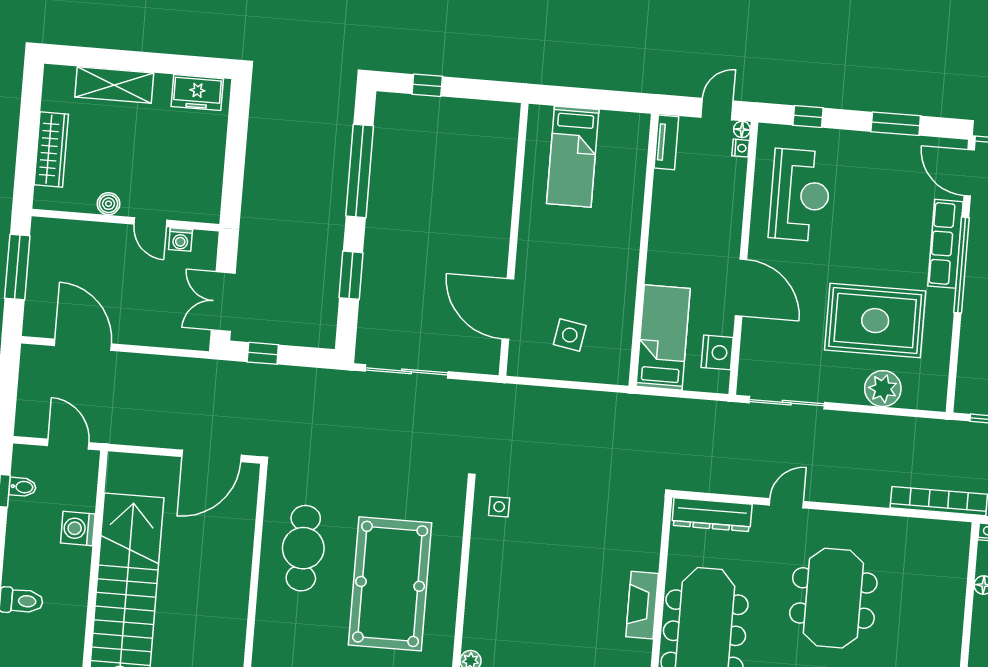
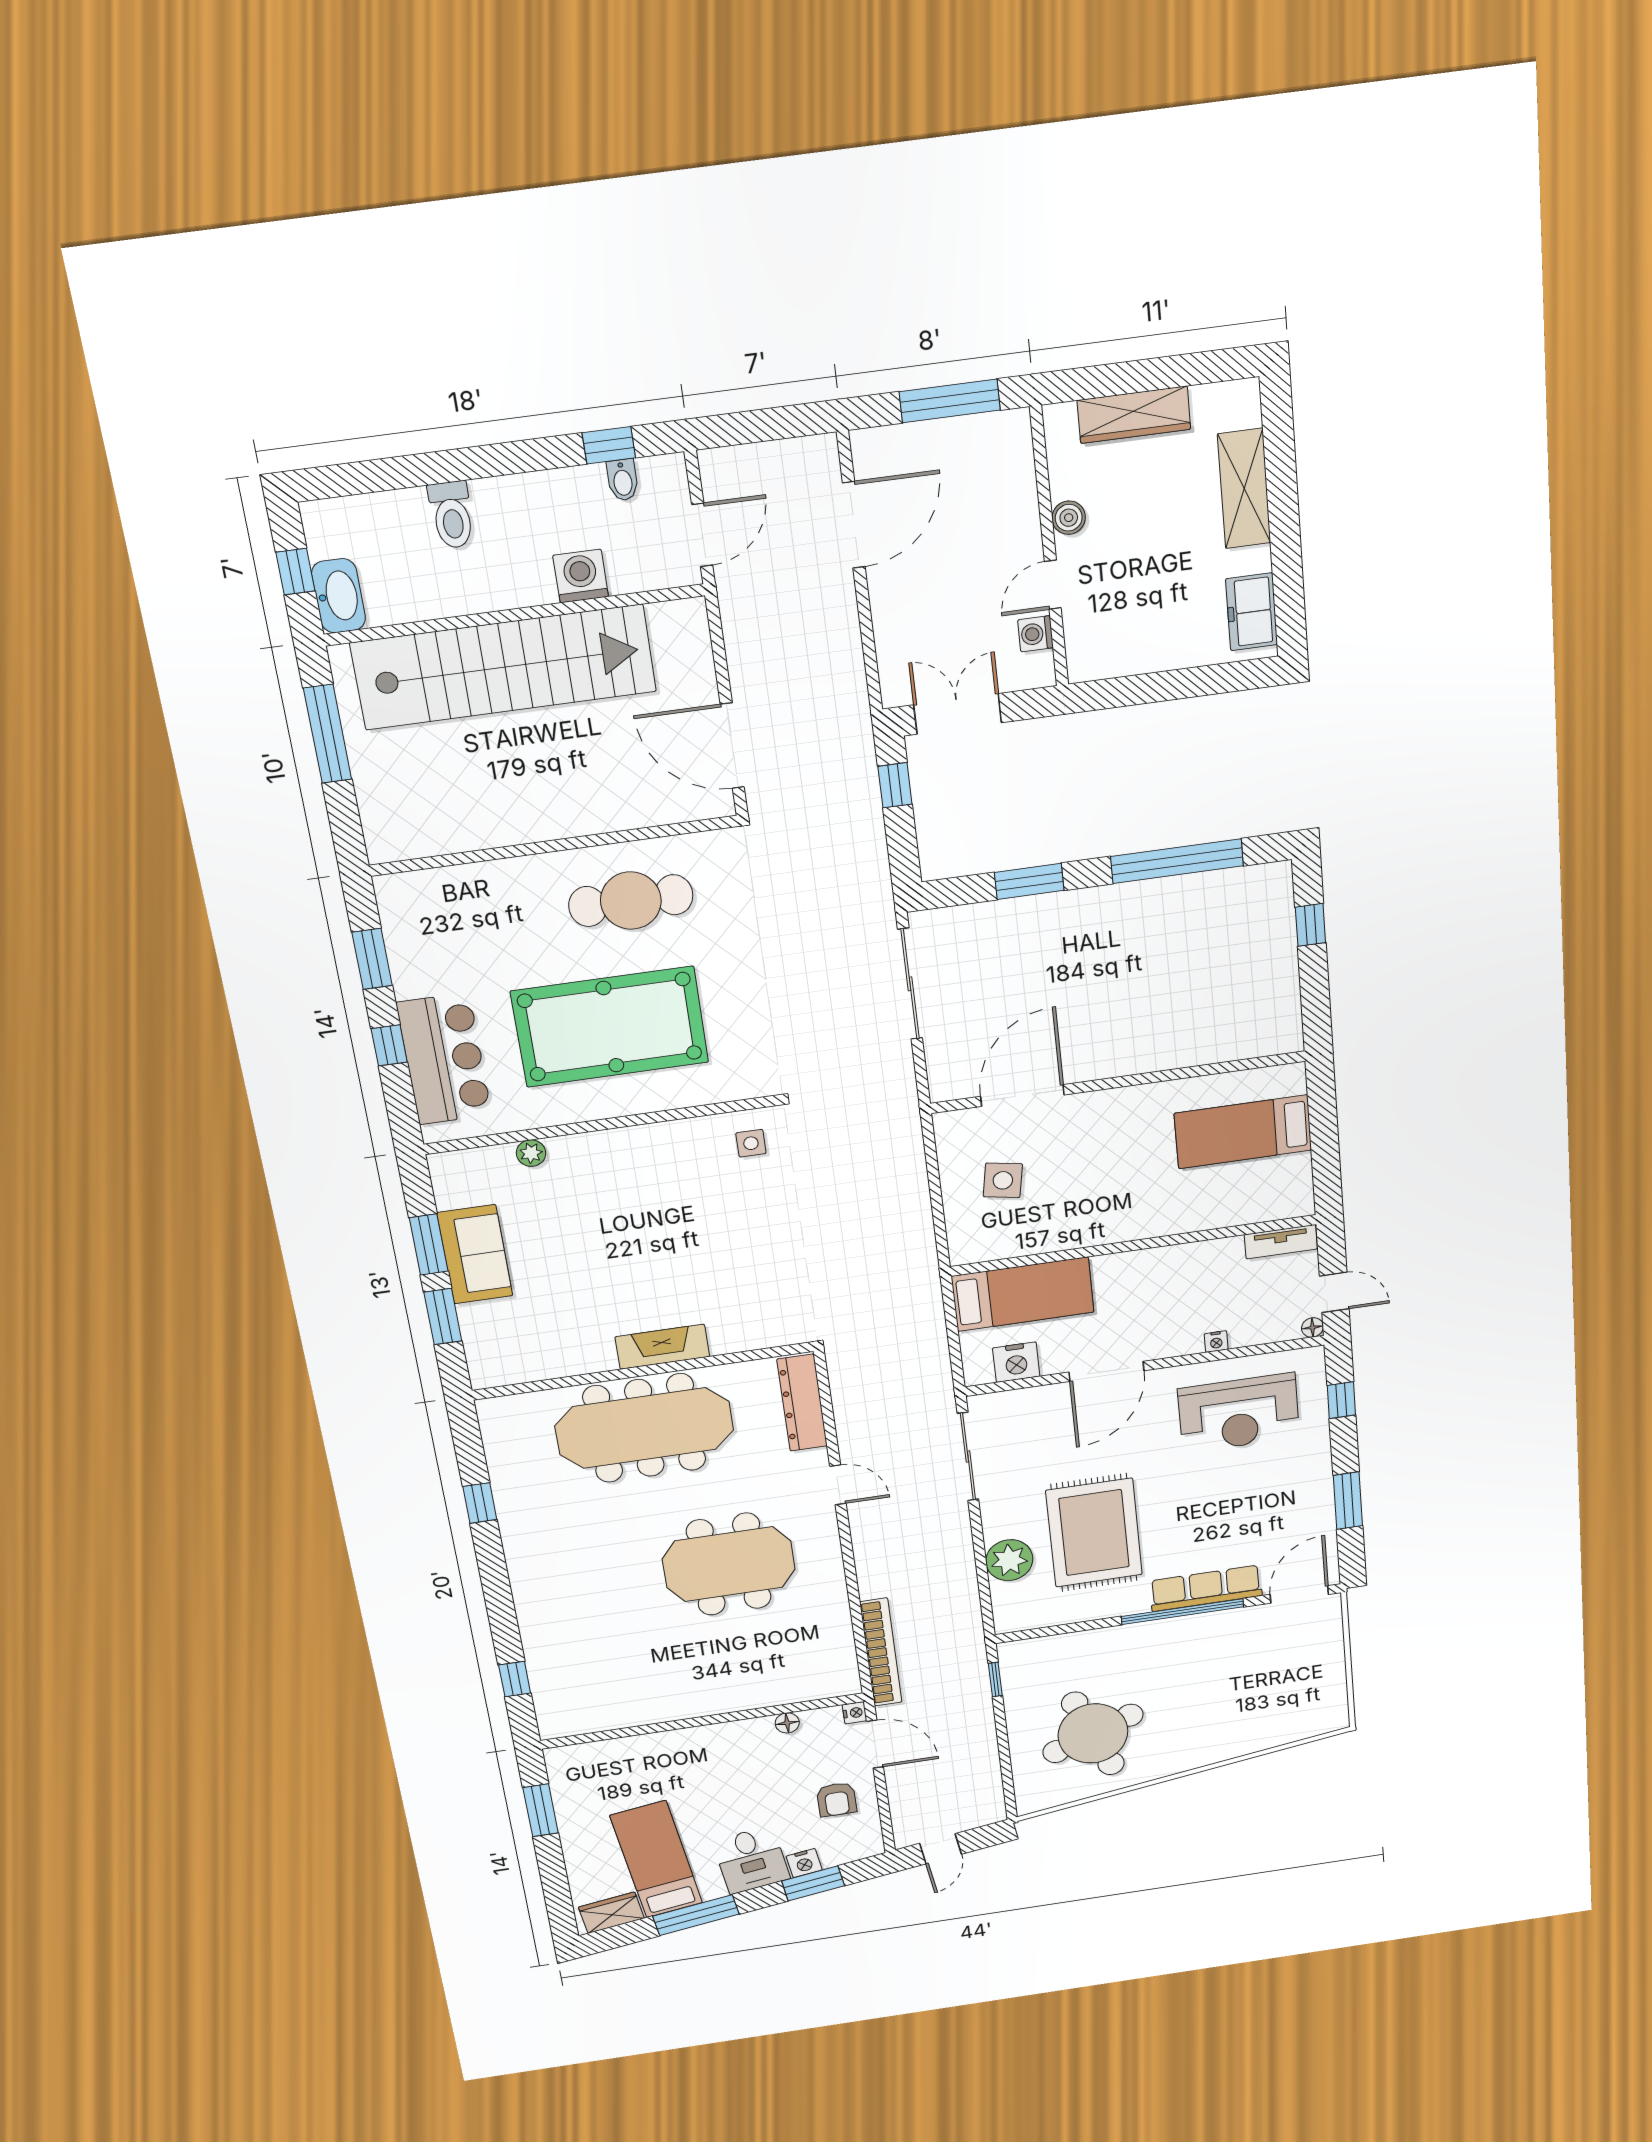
nightstand: (741, 148) -> (1216, 1342), moved

